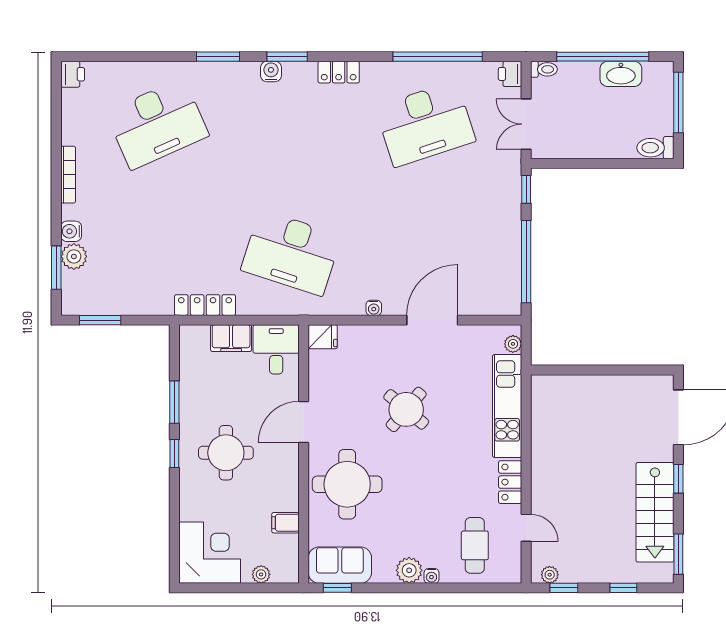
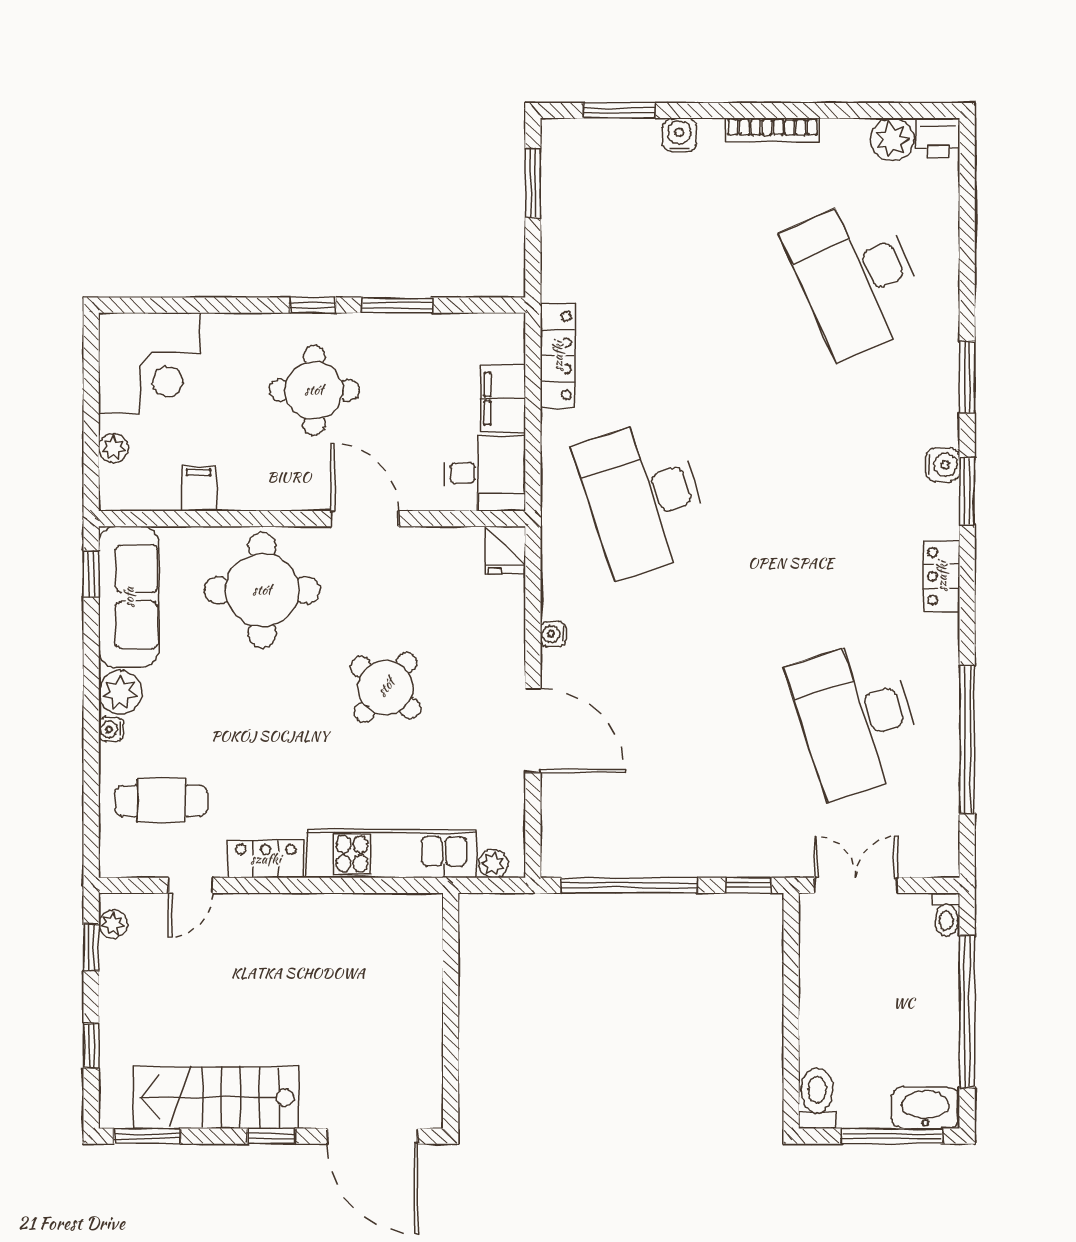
printer: (510, 74) -> (939, 859), removed
washbasin: (621, 74) -> (925, 1108), moved, turned 90
desk: (291, 253) -> (644, 498), turned -36
plant: (74, 256) -> (892, 140), moved
sofa: (340, 565) -> (129, 597), width x1.36

